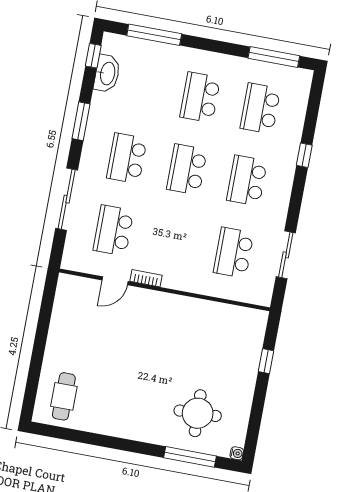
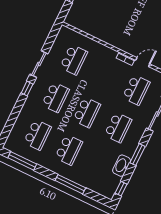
window: (154, 35) -> (70, 184), moved
washbasin: (107, 73) -> (122, 166), moved
window: (304, 155) -> (27, 89), moved
sliding door: (286, 255) -> (39, 64), moved

